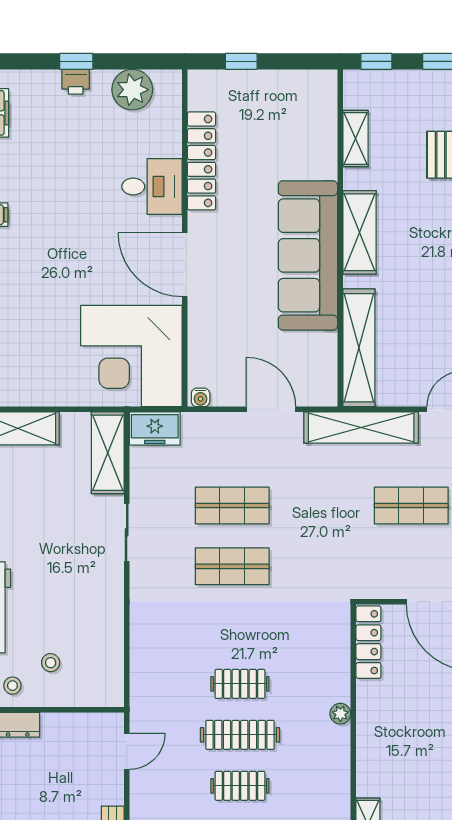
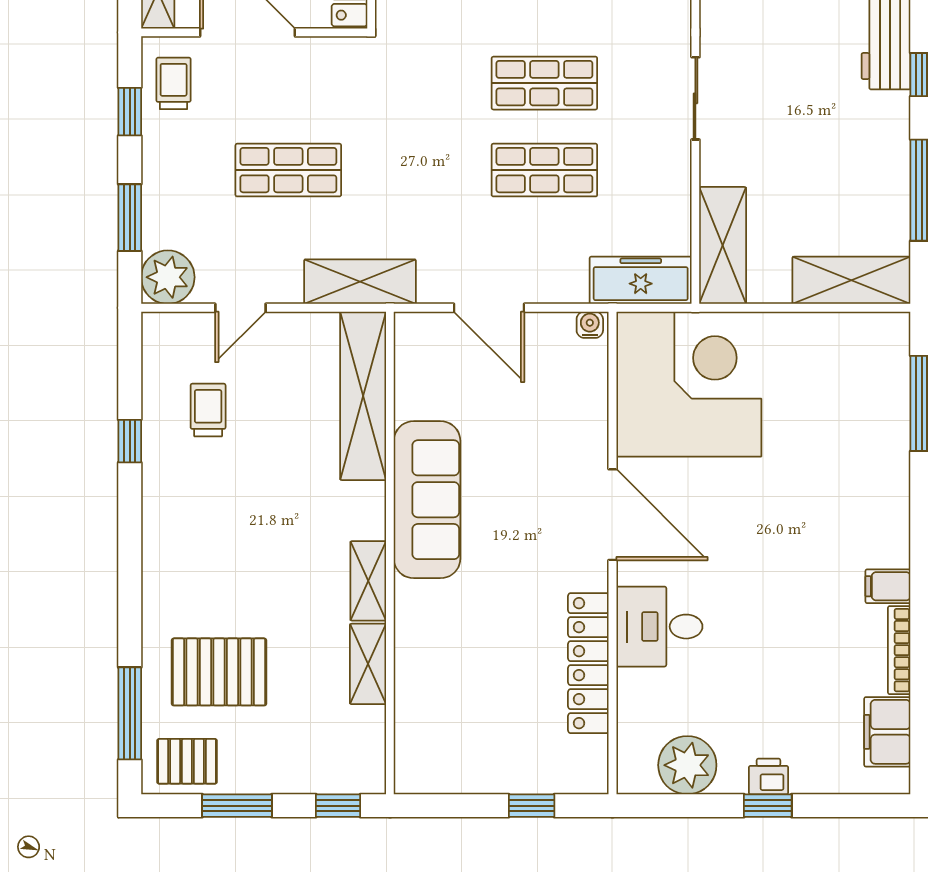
shelving: (355, 138) -> (368, 664), moved
shelving: (359, 232) -> (368, 581), width x0.67, depth x0.75
sofa: (308, 255) -> (427, 500), width x0.74, depth x0.79
freezer: (155, 428) -> (641, 280), width x1.40
shelving: (361, 428) -> (360, 282), width x0.68
sliding door: (127, 532) -> (695, 98), moved

